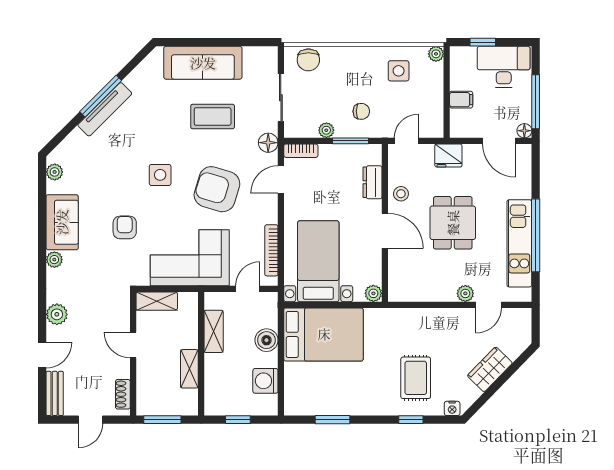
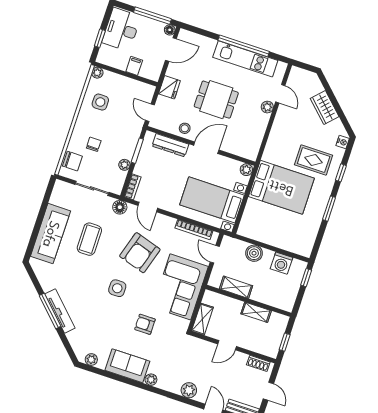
chair: (361, 111) -> (94, 144), moved
dresser: (372, 182) -> (170, 145), width x1.44
bed: (324, 334) -> (281, 187), moved, turned 90
window: (162, 420) -> (285, 342), width x0.67
window: (238, 420) -> (306, 278), moved
window: (332, 420) -> (329, 209), moved

